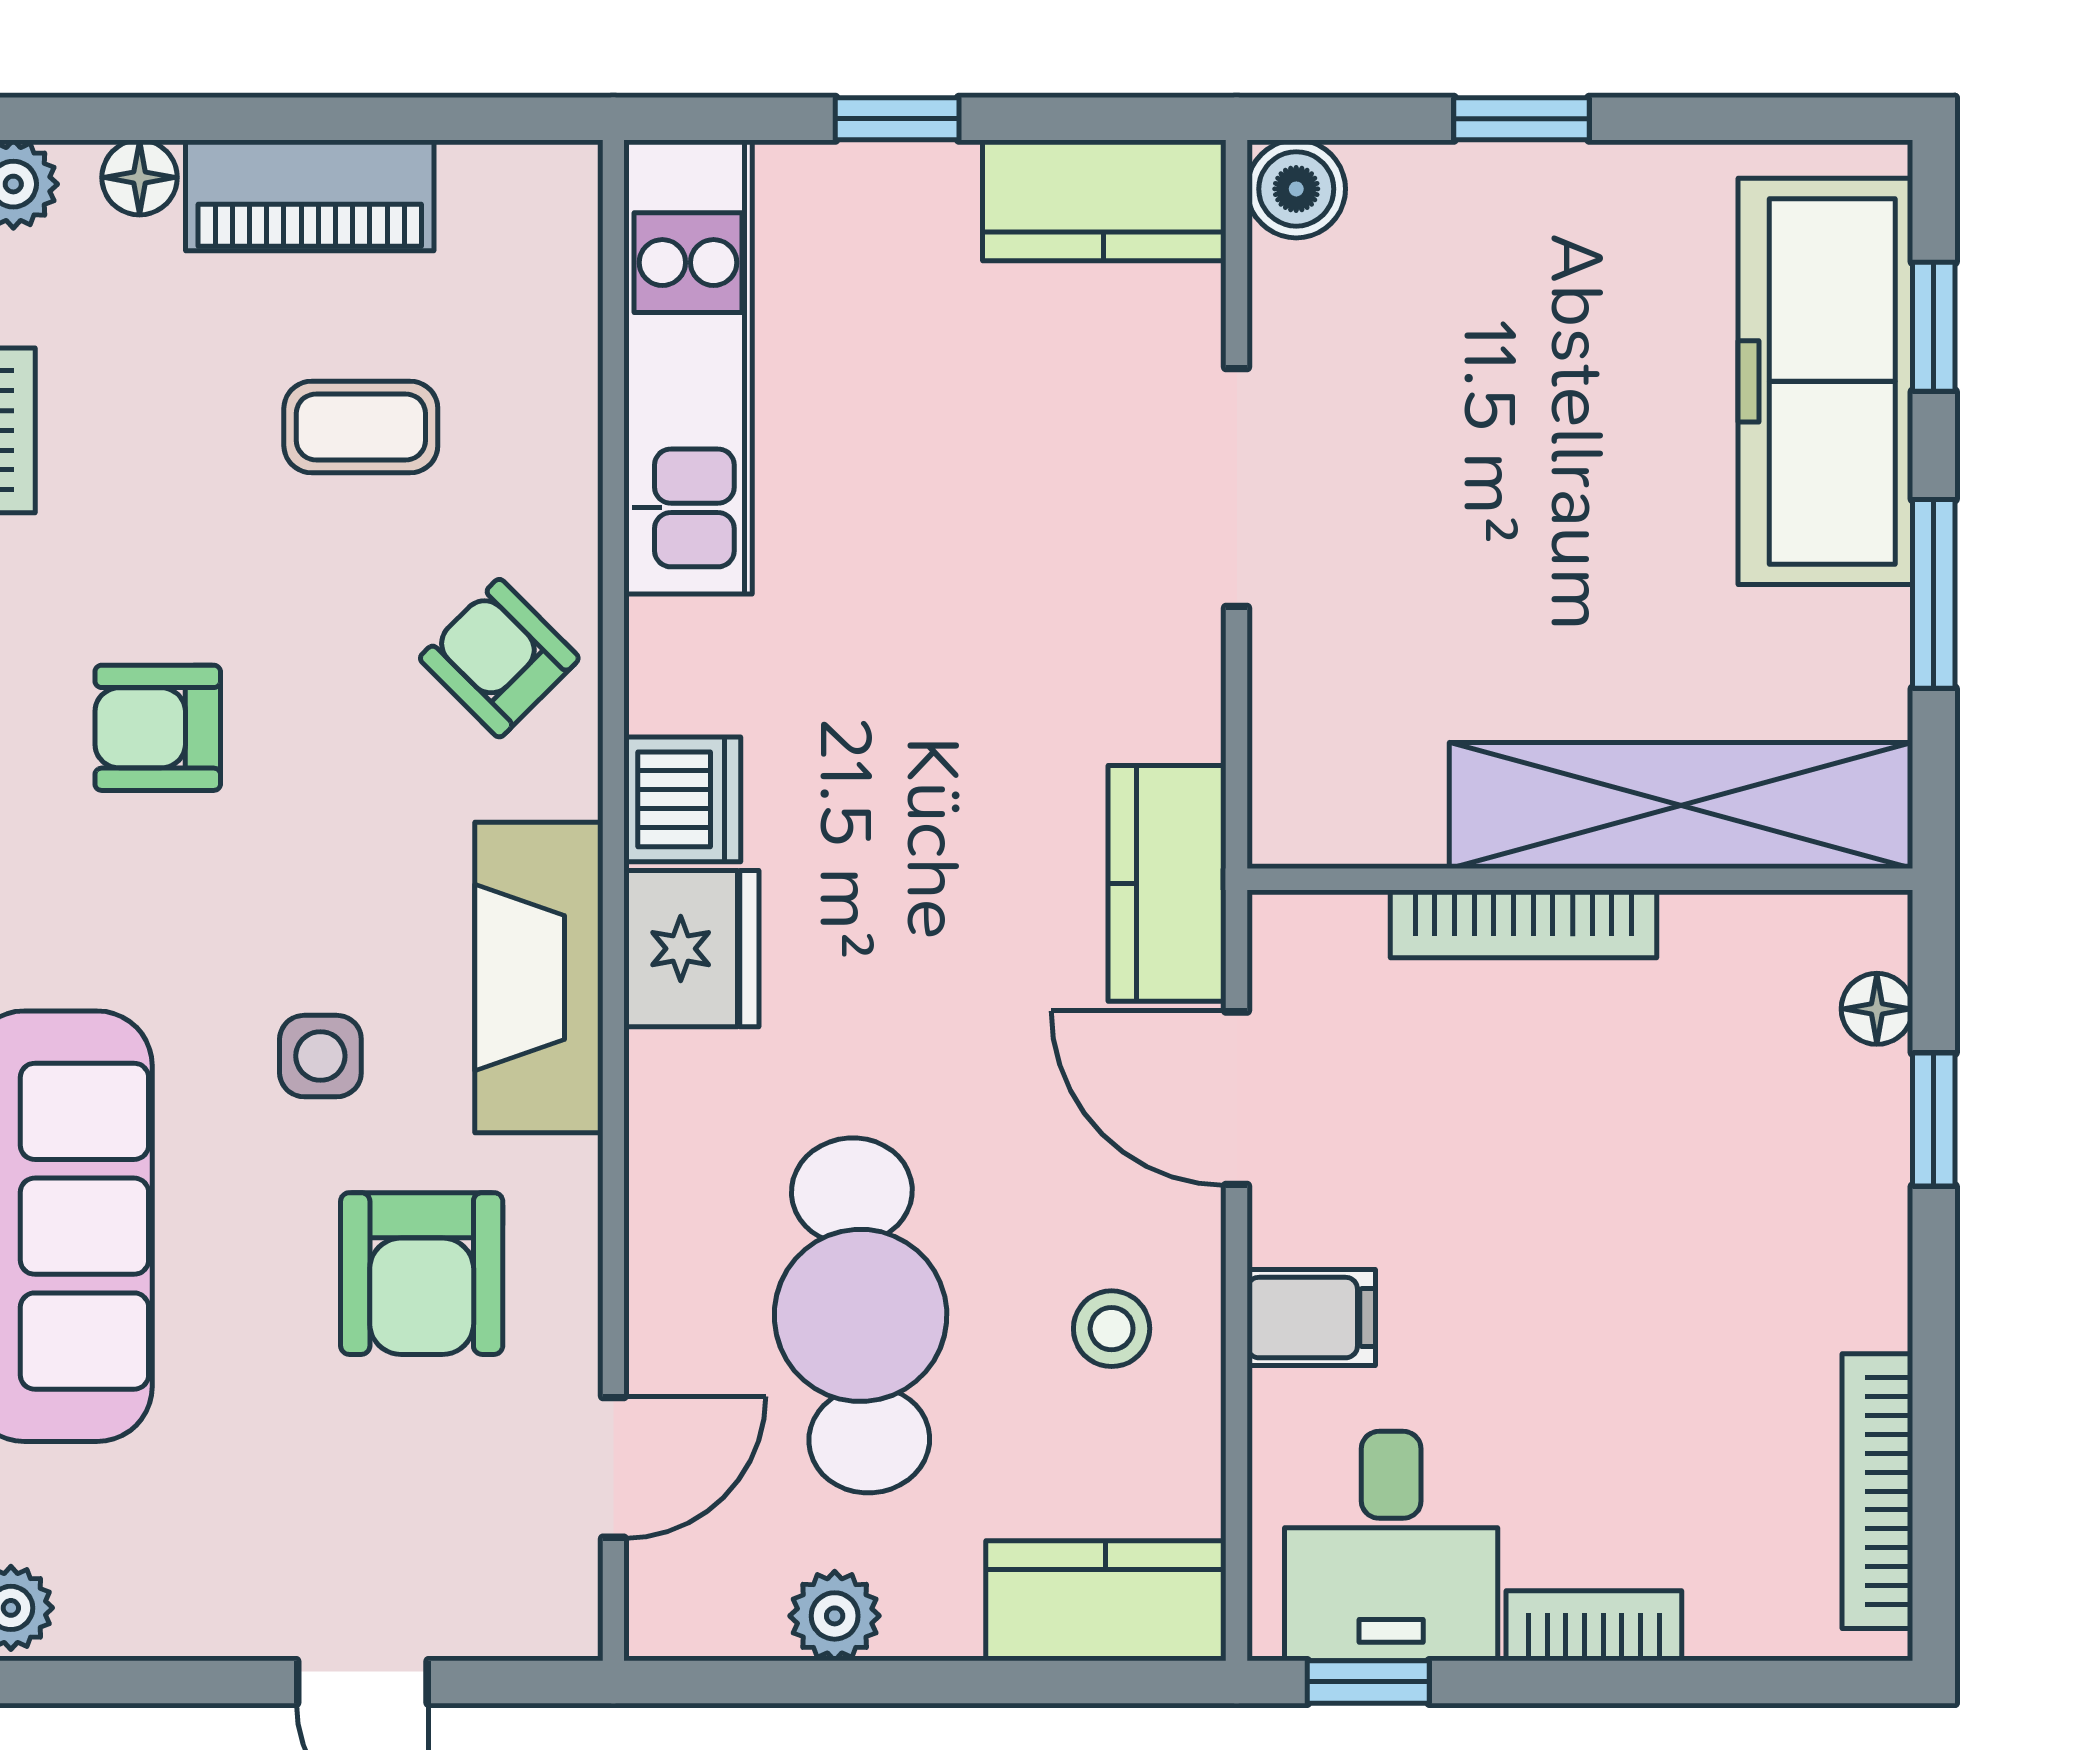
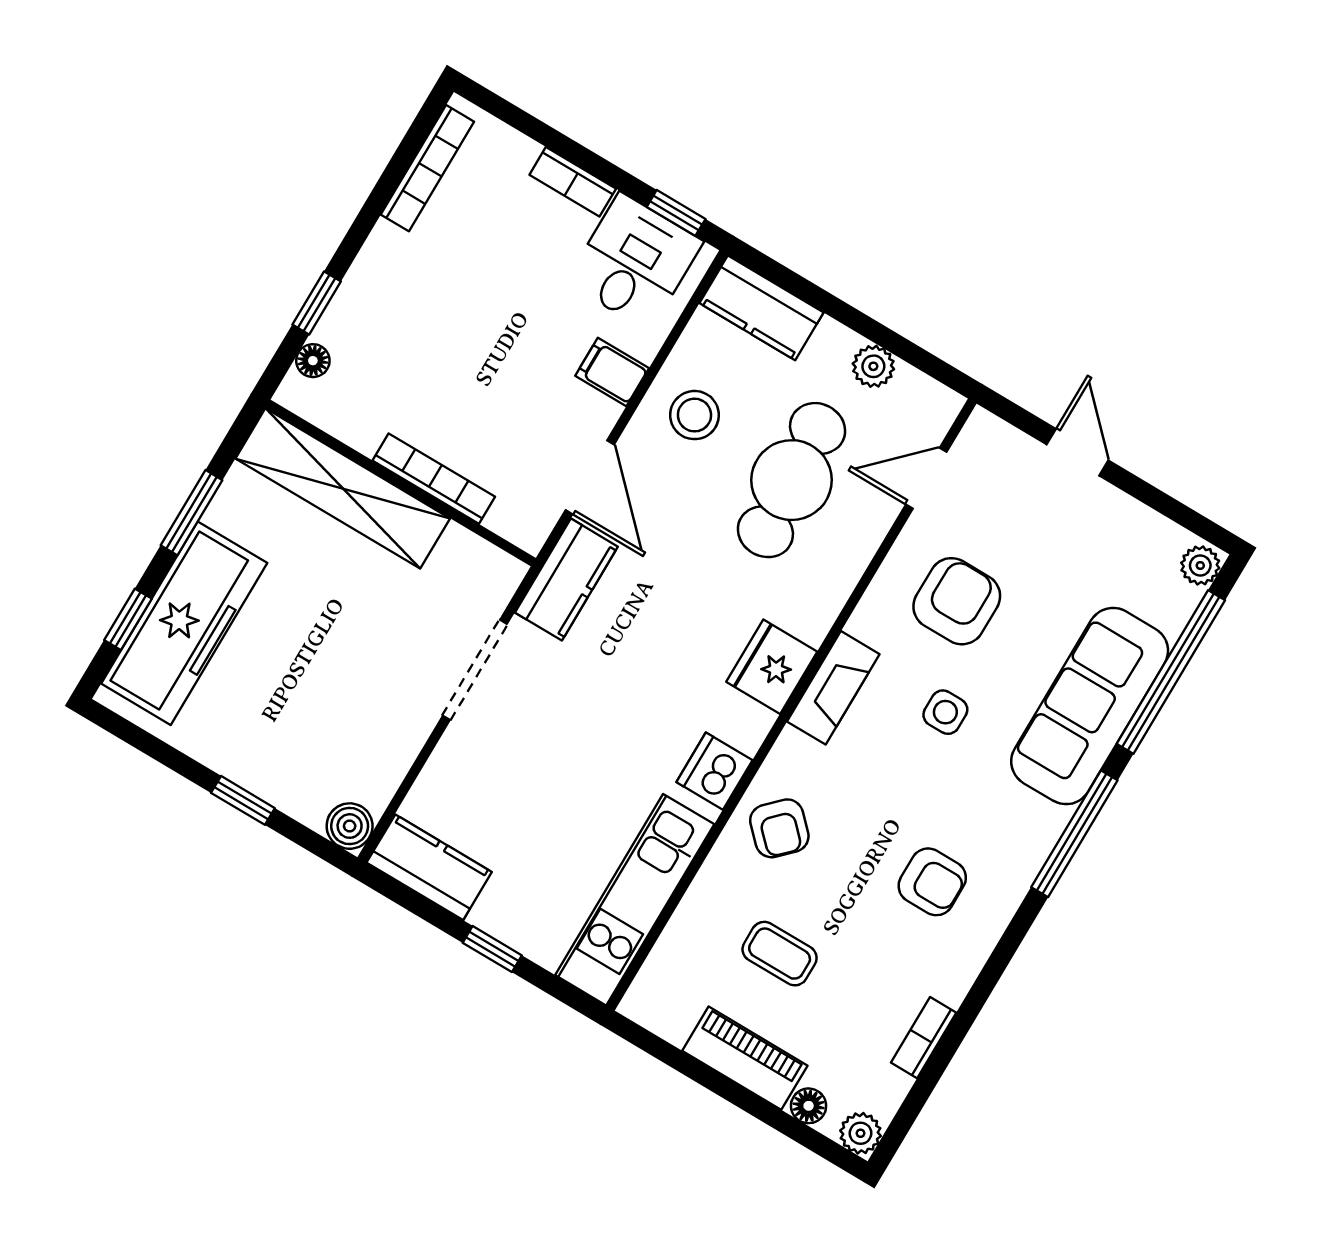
doorway: (1237, 487) -> (475, 670), moved
dishwasher: (682, 799) -> (714, 771), moved
fireplace: (539, 977) -> (833, 688), width x0.73, depth x0.76
stool: (1112, 1329) -> (694, 415), width x1.37, depth x1.37

